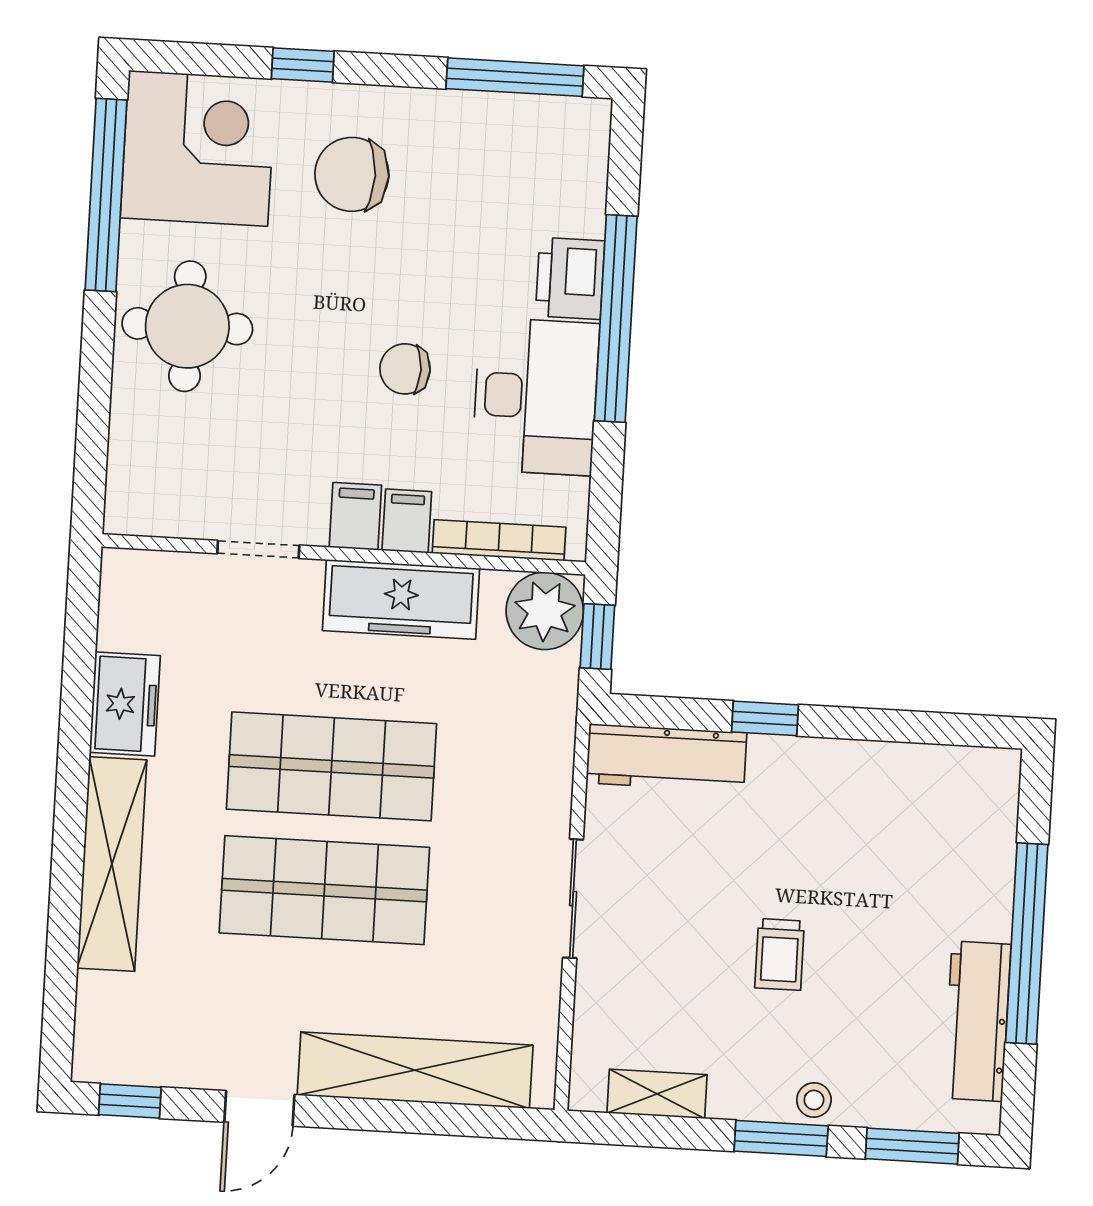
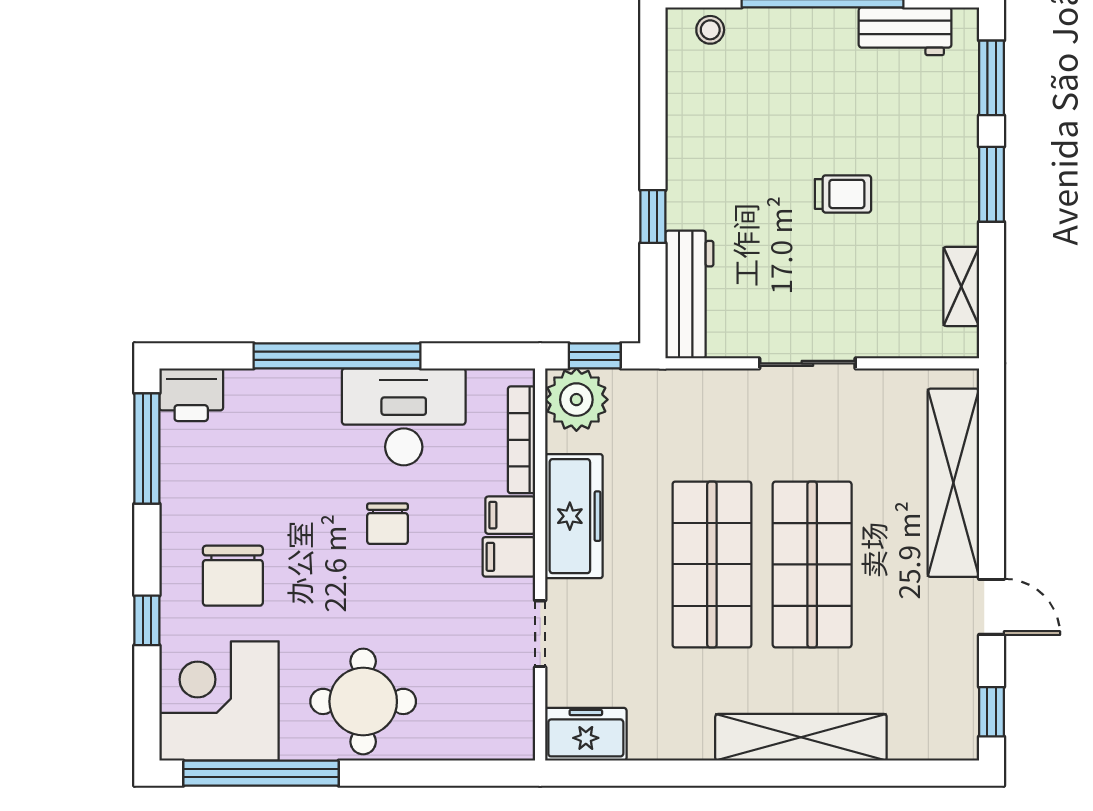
printer: (570, 278) -> (191, 395), moved
freezer: (125, 704) -> (586, 734), moved
workbench: (977, 1021) -> (905, 31), width x0.73
stool: (814, 1100) -> (710, 30), moved

